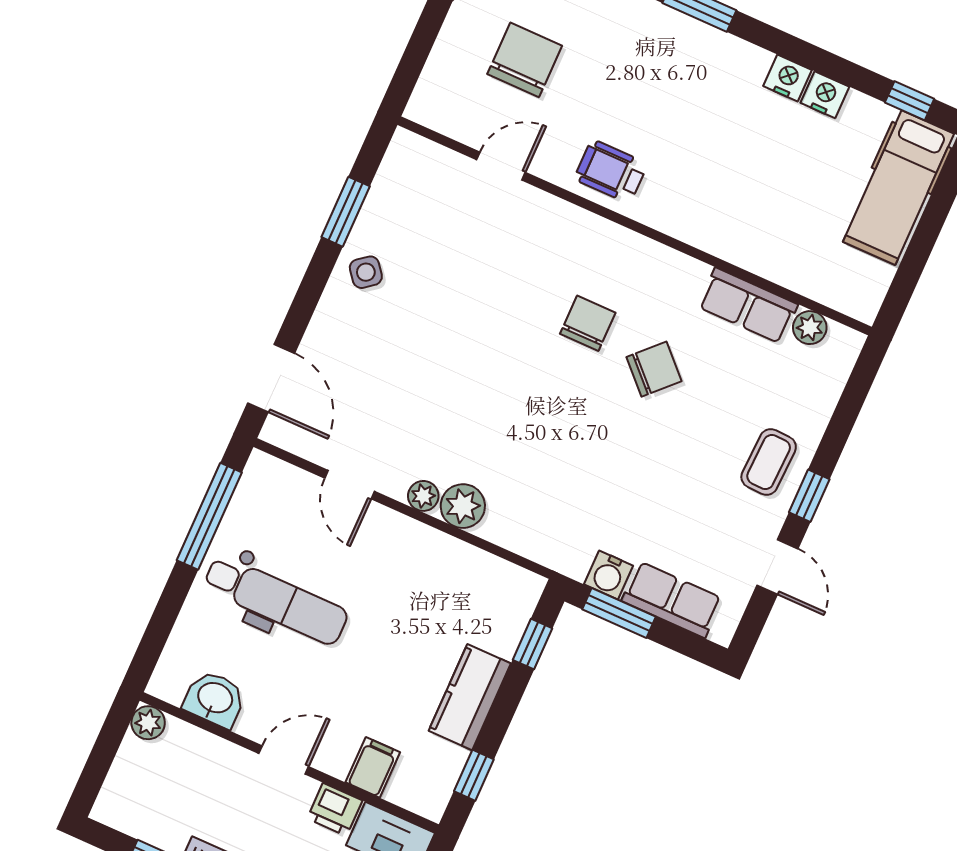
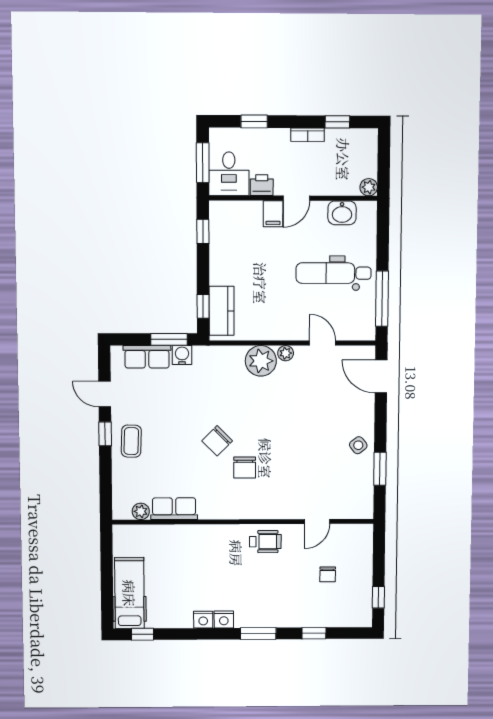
chair: (525, 60) -> (328, 574), width x0.54, depth x0.54
nightstand: (825, 95) -> (224, 619), moved
chair: (654, 369) -> (217, 441), moved
plant: (463, 506) -> (261, 361), width x1.36, depth x1.36
kitchen counter: (470, 697) -> (222, 311), moved
filing cabinet: (373, 767) -> (273, 214), moved

